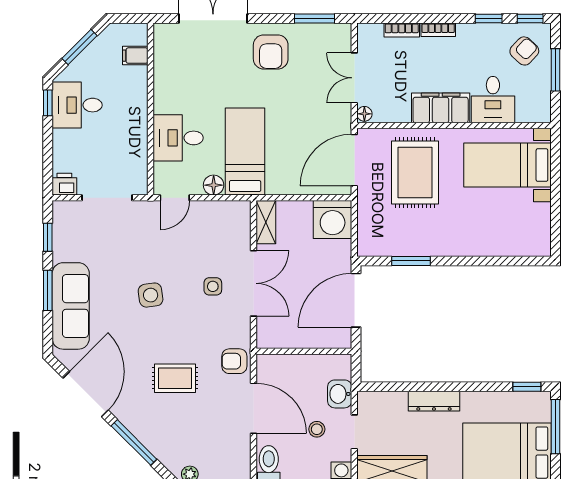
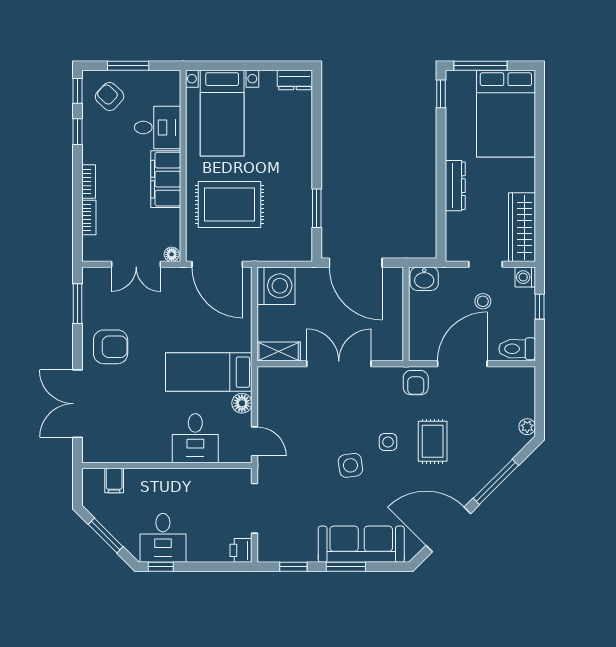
dresser: (541, 239) -> (295, 80), added
side table: (213, 286) -> (388, 442), moved
washbasin: (340, 394) -> (424, 279), moved

